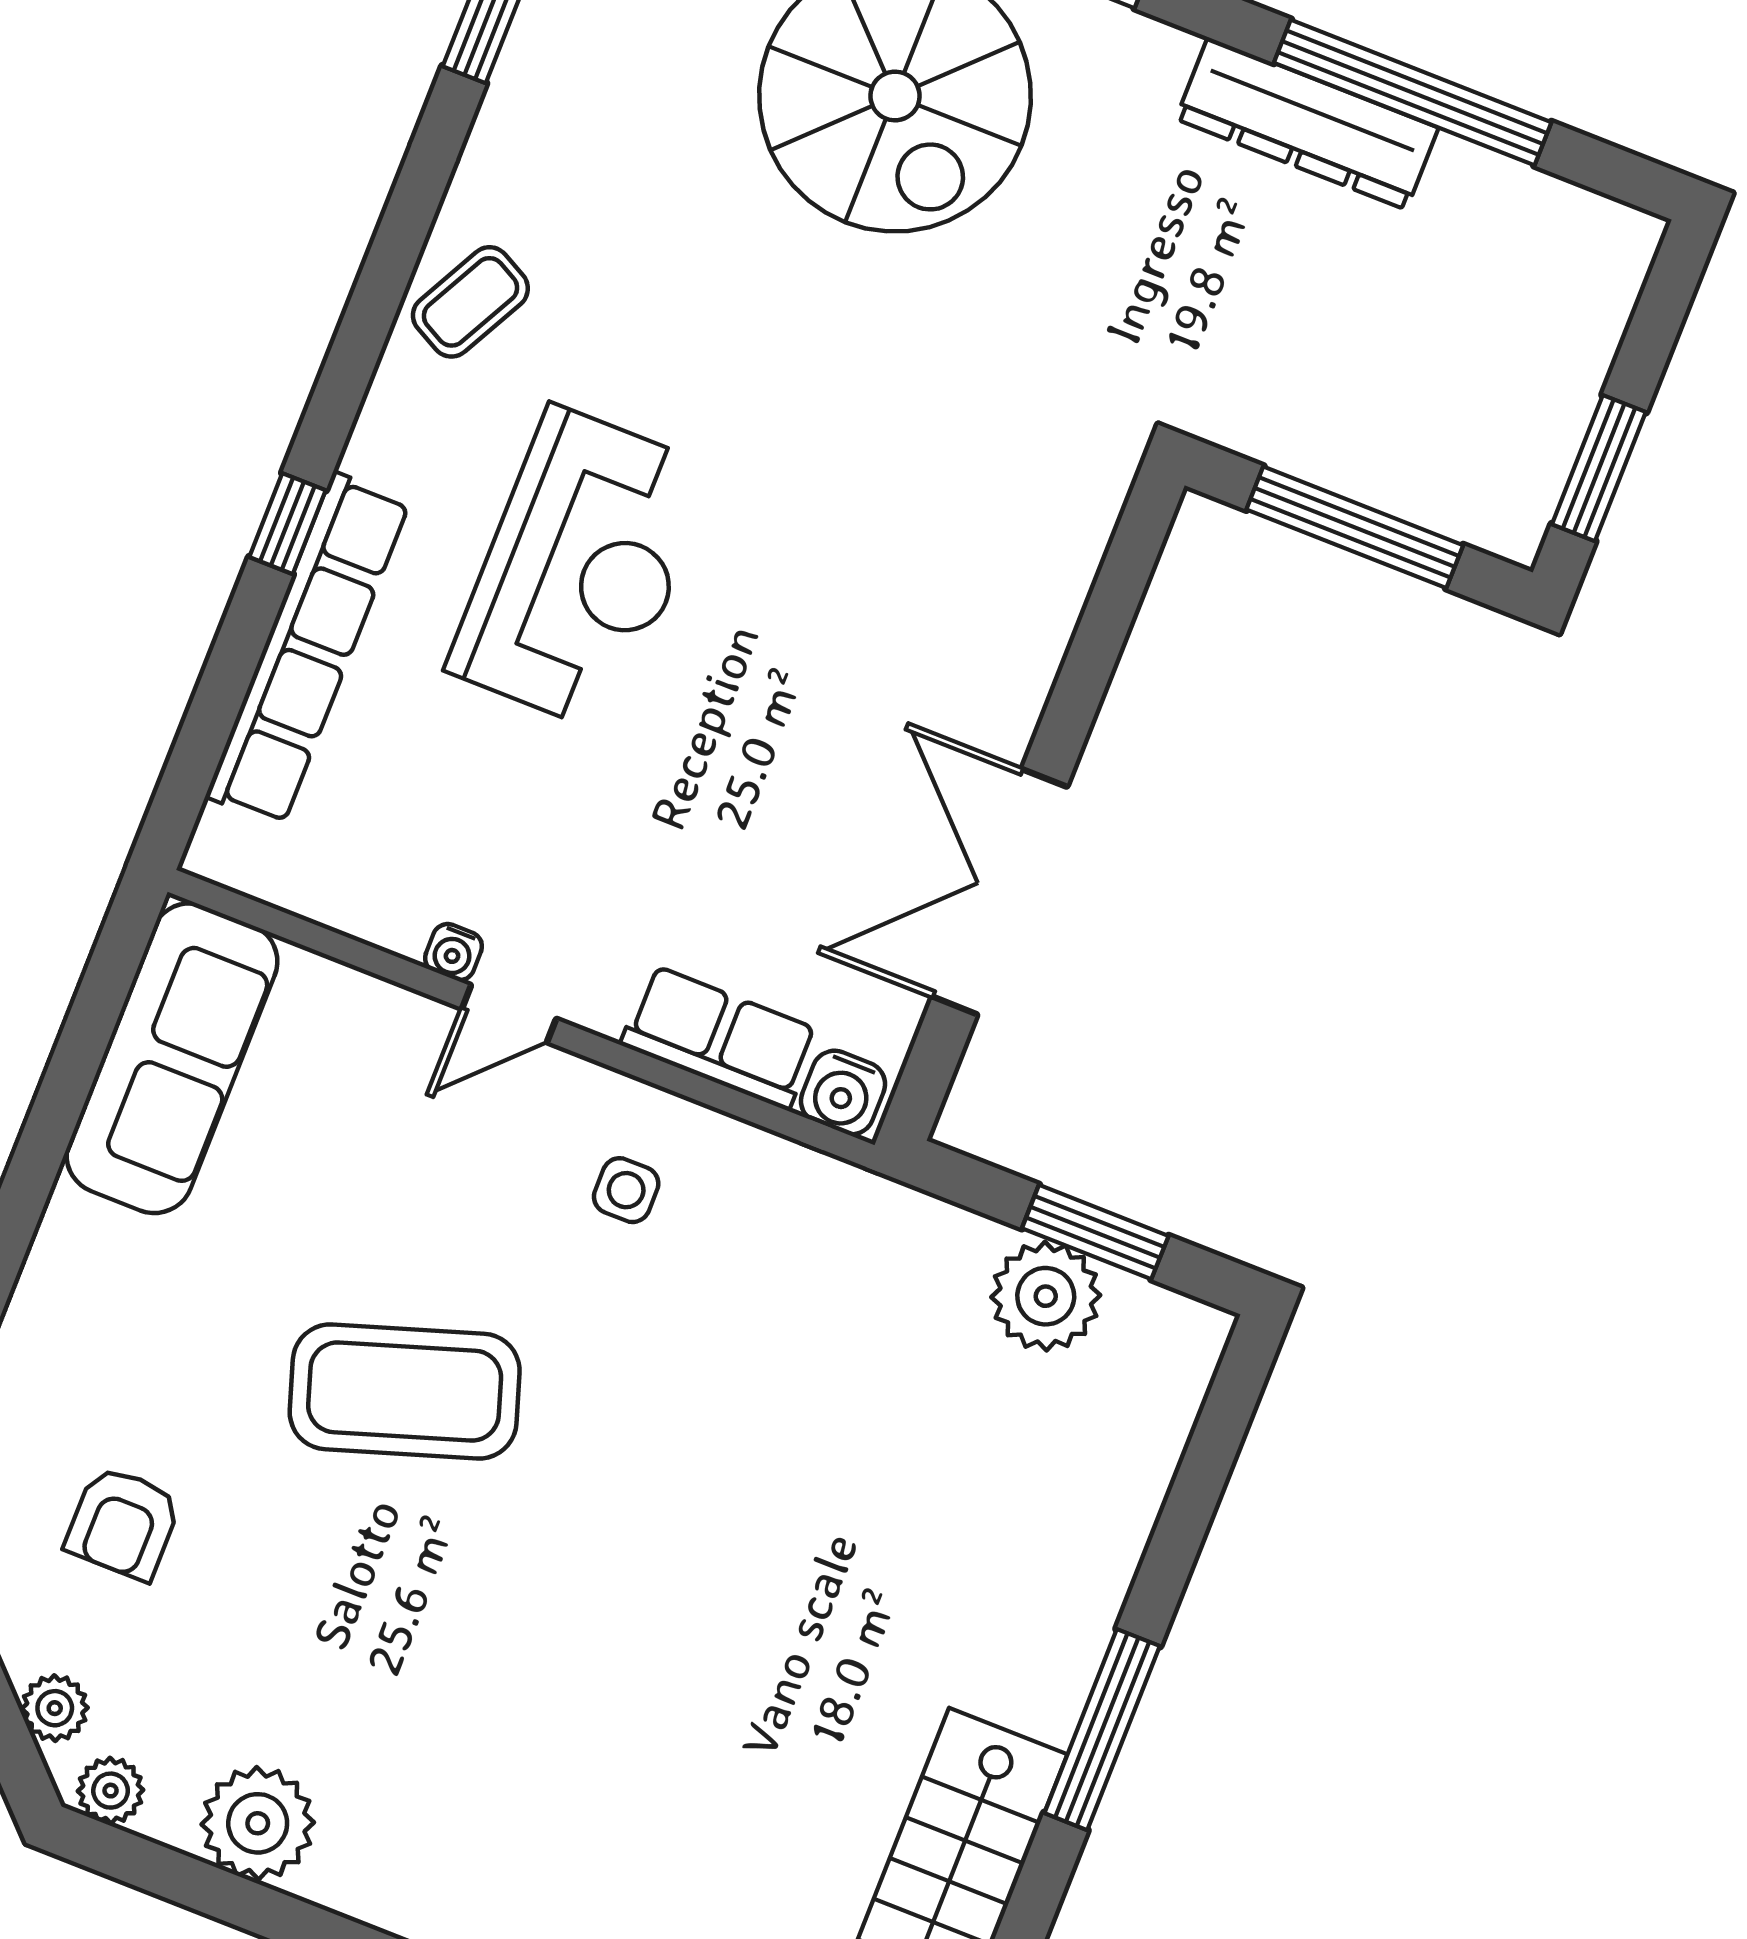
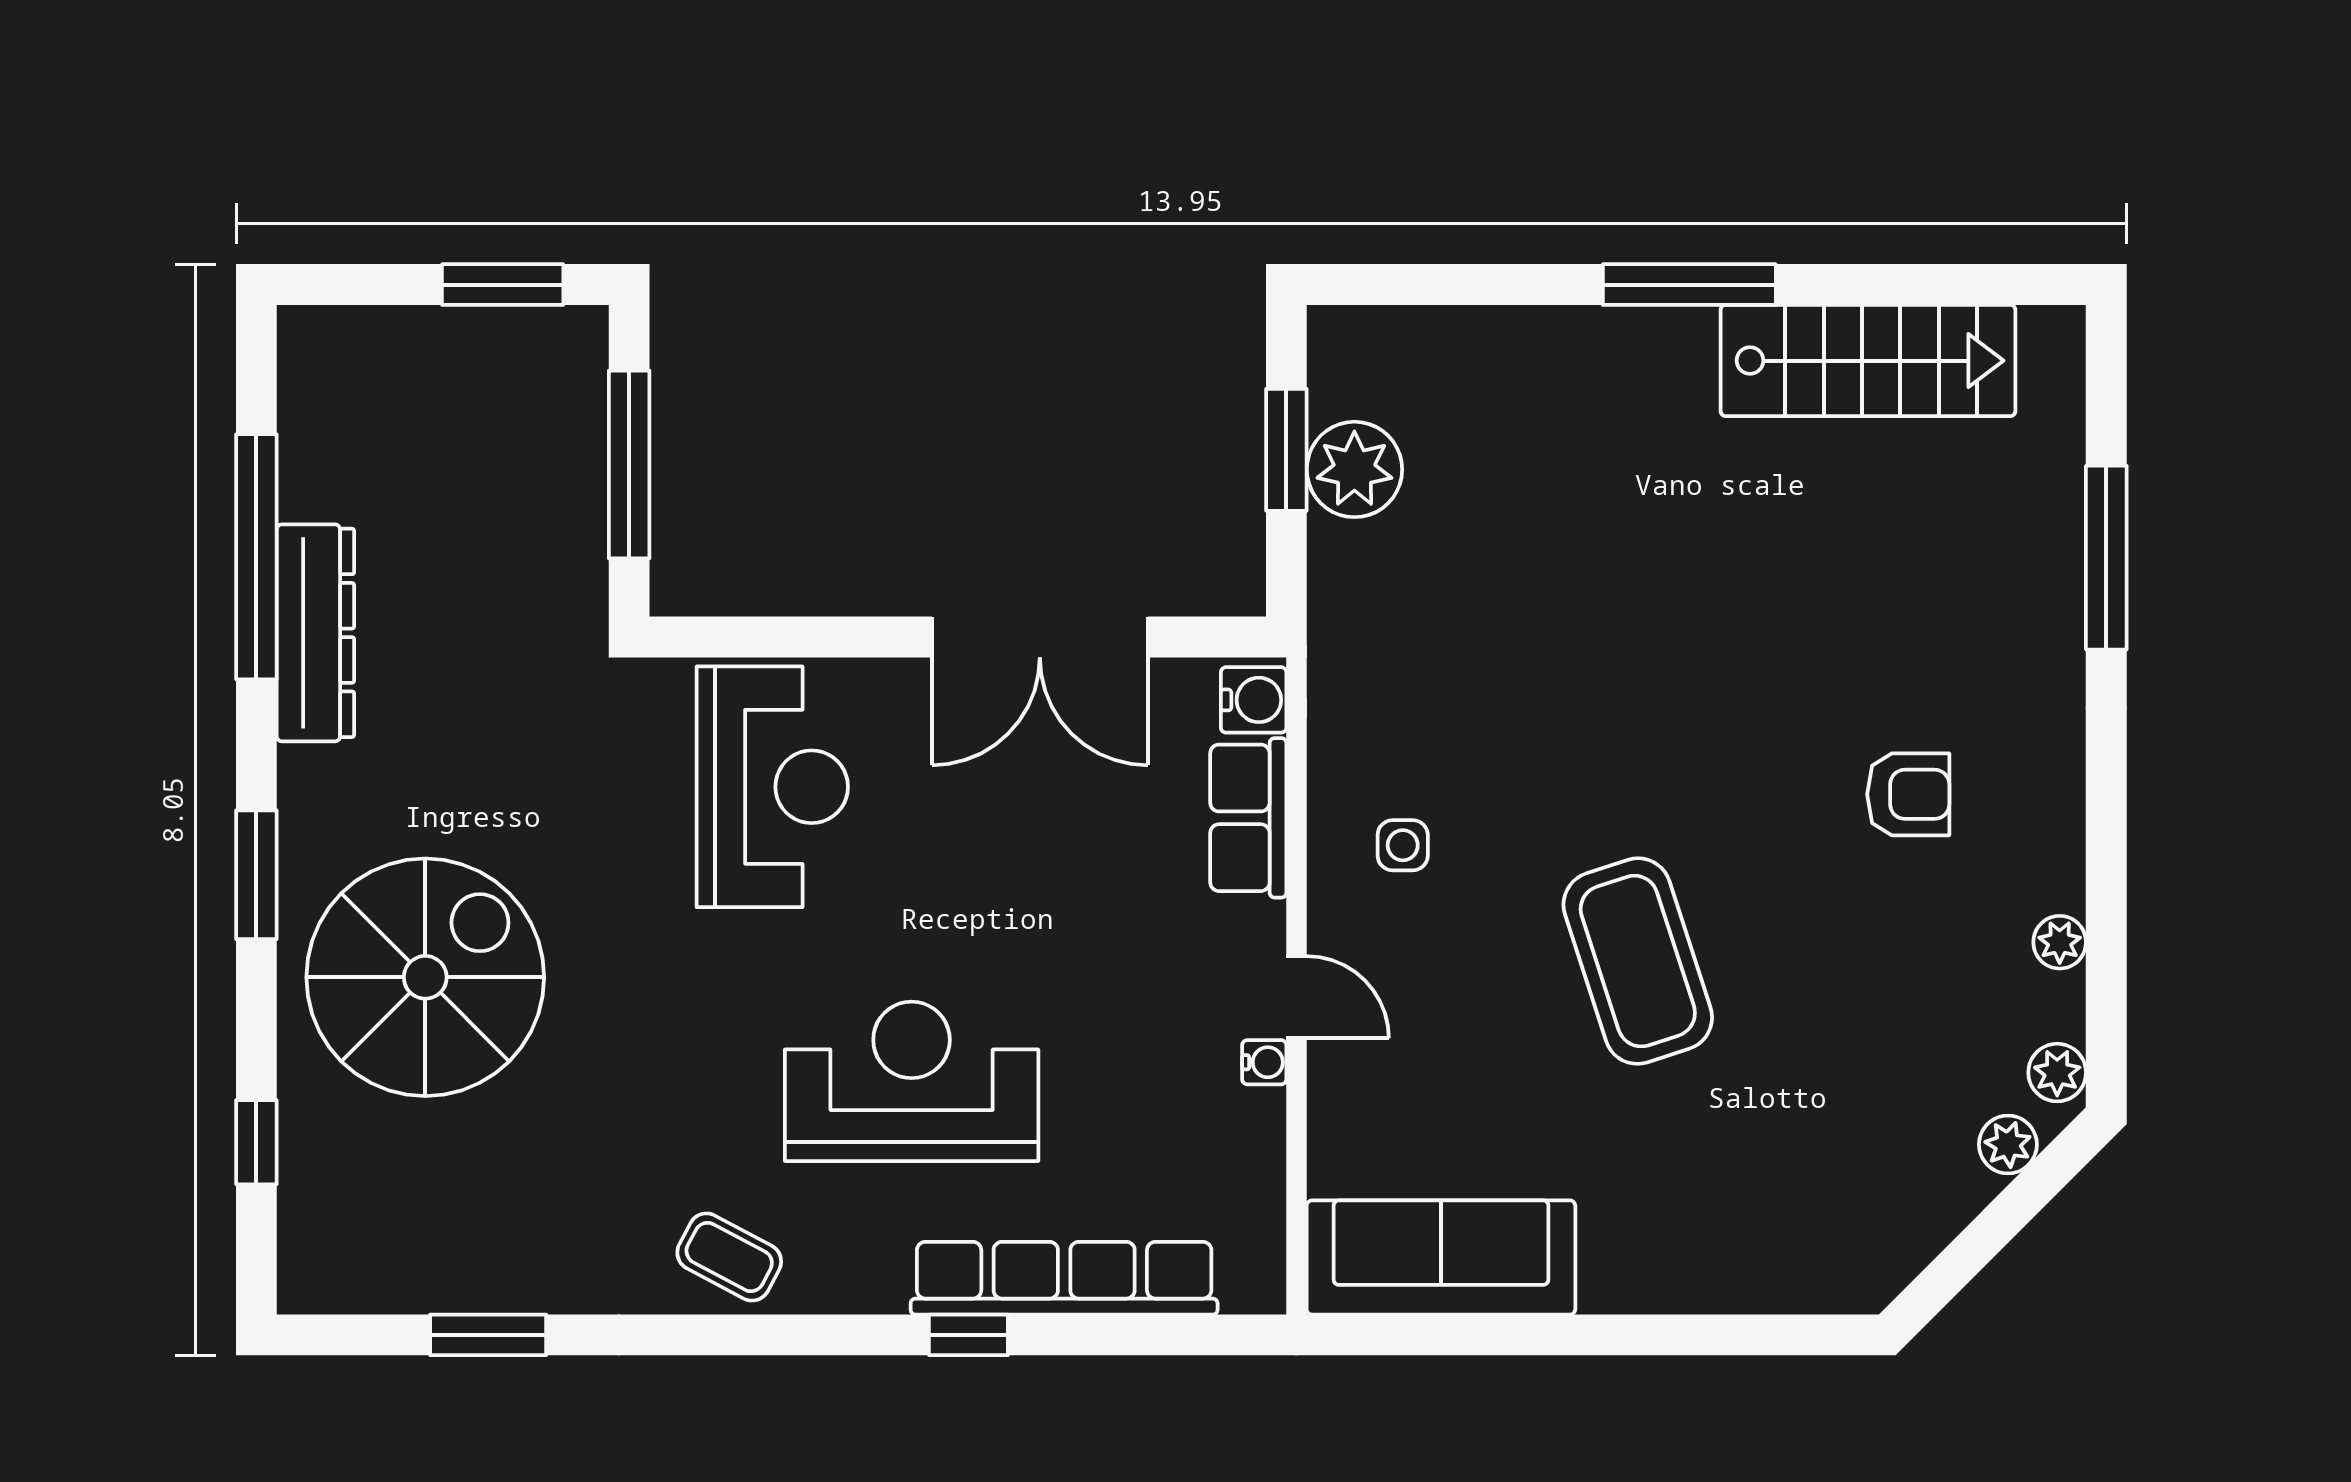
reception desk: (952, 545) -> (772, 787), added
armchair: (123, 1523) -> (1908, 794), moved
plant: (258, 1823) -> (2060, 942), width x0.53, depth x0.53

